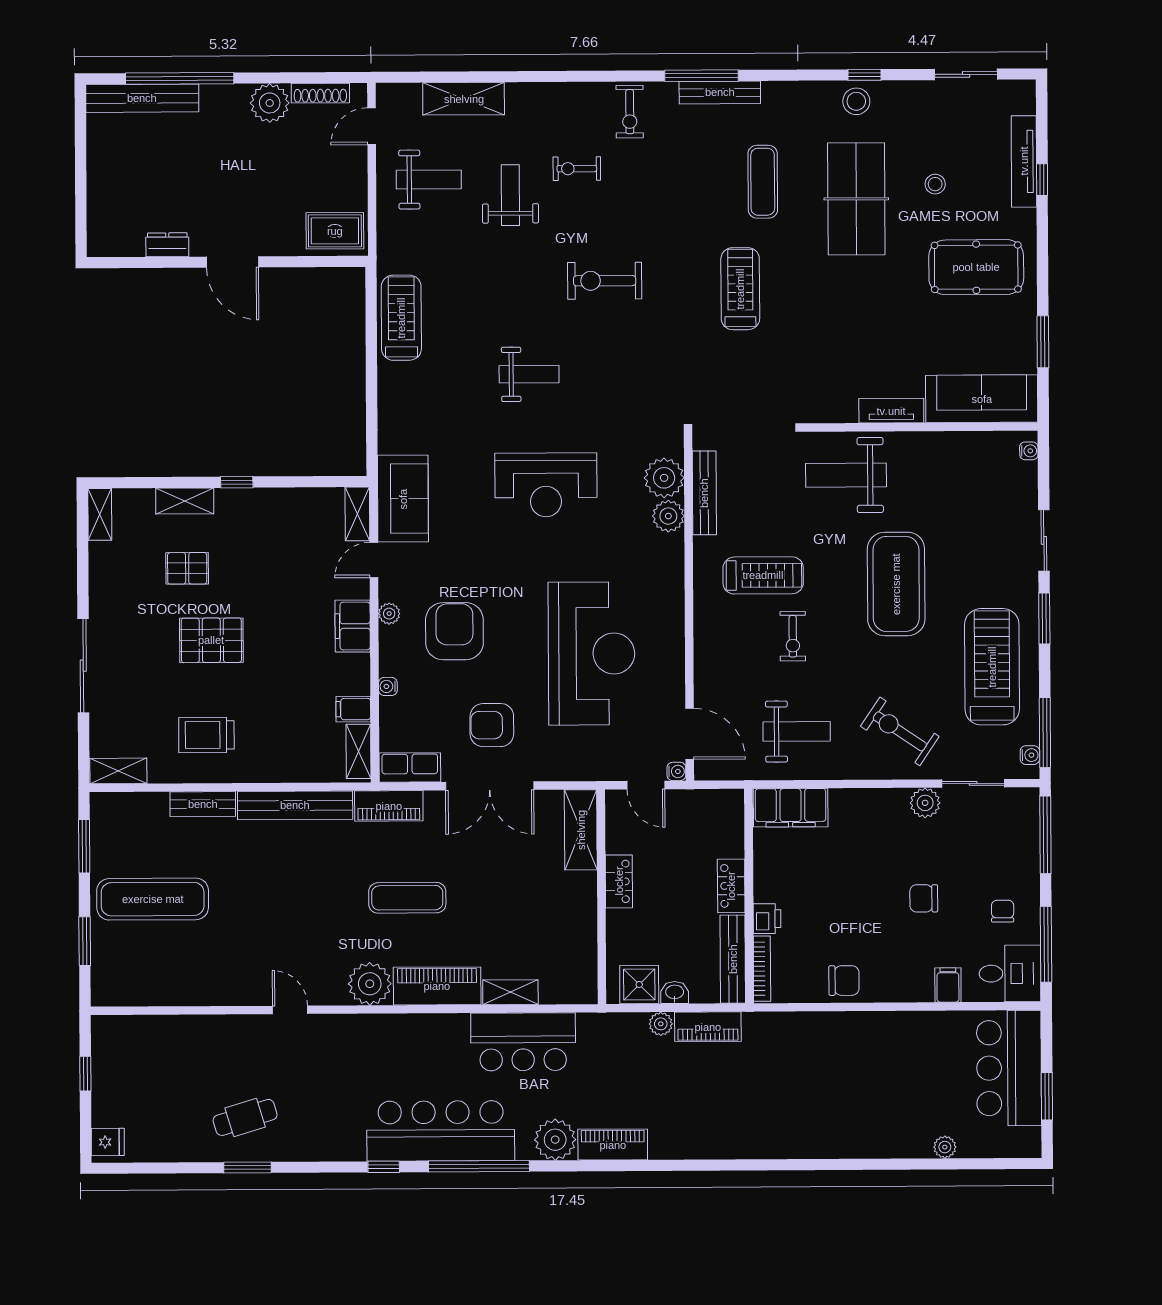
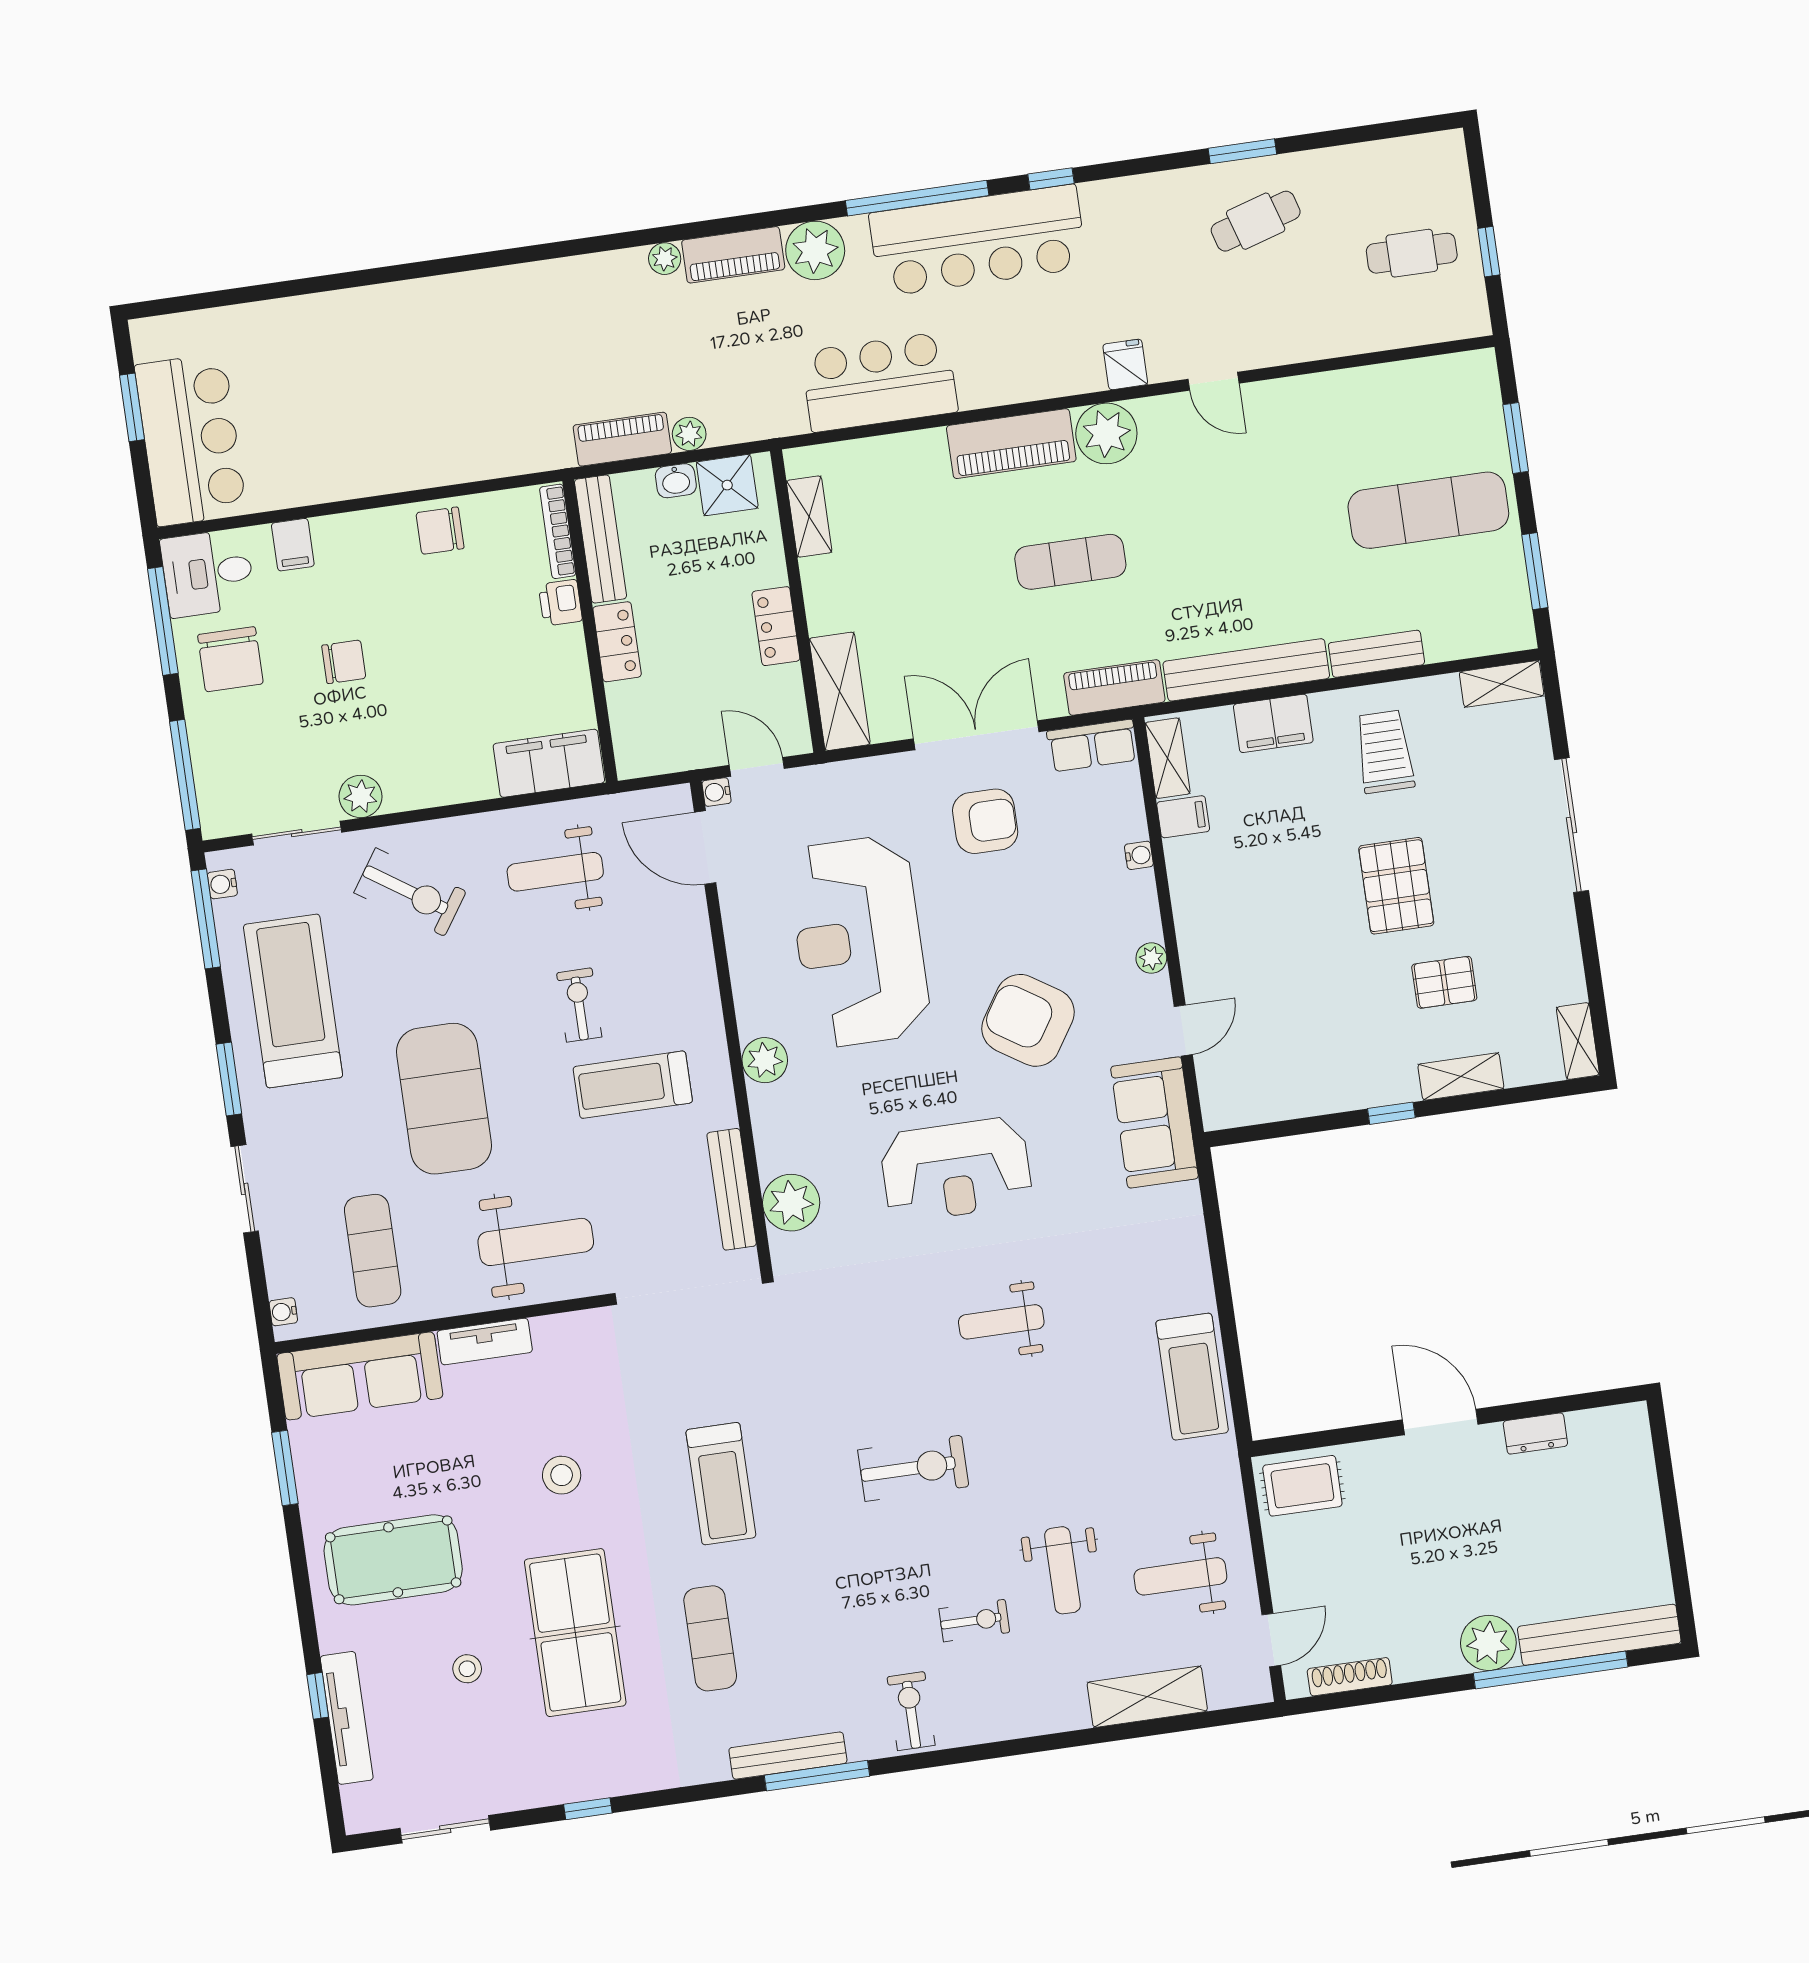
stool: (856, 101) -> (562, 1475), moved
plant: (270, 103) -> (1488, 1643), moved
reception desk: (546, 485) -> (956, 1170), turned 180
exercise mat: (961, 485) -> (373, 1251), added
shelving: (357, 514) -> (1216, 1092), removed
plant: (668, 516) -> (765, 1060), moved
filing cabinet: (353, 626) -> (1273, 723), moved, turned 90
armchair: (454, 631) -> (1028, 1020), moved, turned 123
pallet: (211, 640) -> (1396, 886), turned 90
treadmill: (992, 667) -> (293, 1001), turned 180
trolley: (206, 735) -> (1385, 752), turned -90
chair: (1003, 911) -> (230, 659), width x1.87, depth x1.87
shelving: (510, 992) -> (809, 517), moved, turned 90
cafe table: (139, 1080) -> (1412, 253), added
fridge: (108, 1142) -> (1125, 364), moved, turned 90
plant: (945, 1147) -> (665, 259), moved

